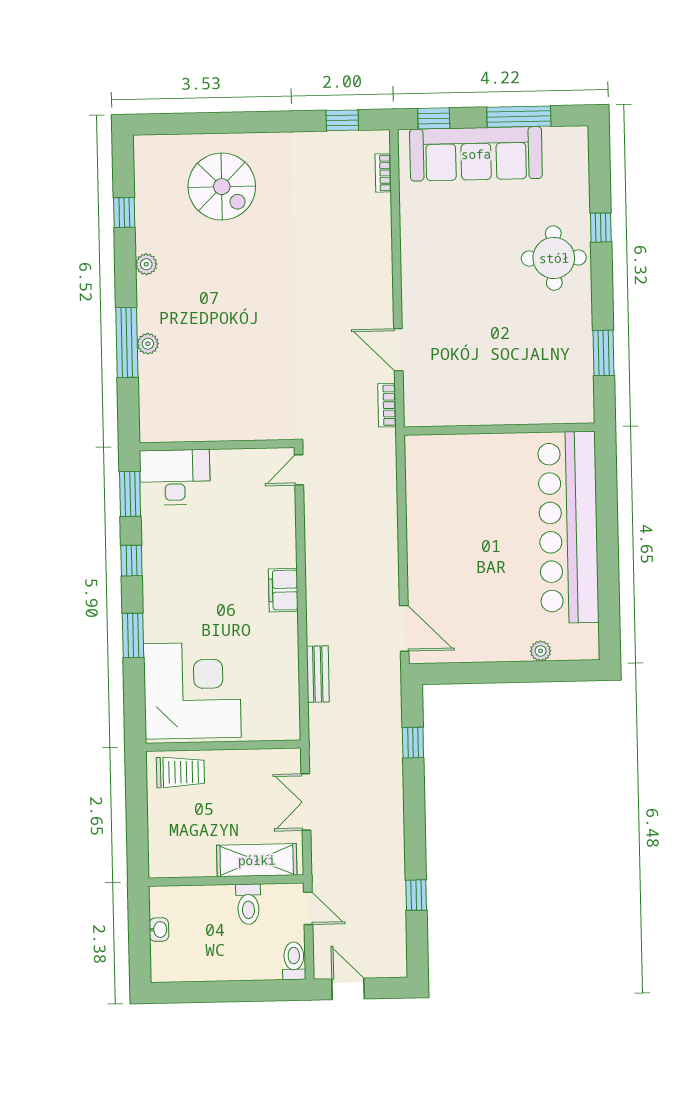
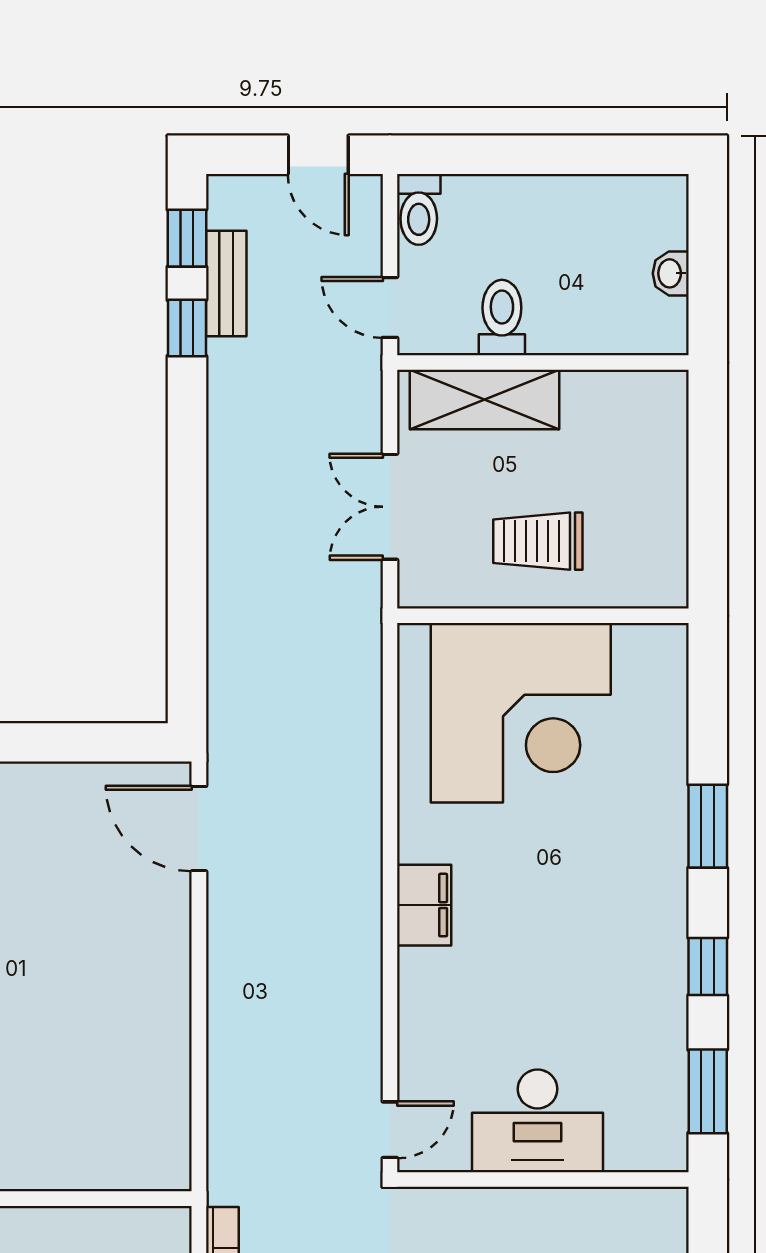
desk: (175, 477) -> (538, 1121), moved
bench: (318, 674) -> (226, 283), moved
corner desk: (192, 690) -> (521, 713), moved, turned -90
window: (413, 743) -> (187, 238), moved
trolley: (180, 772) -> (538, 541), moved
double door: (306, 802) -> (390, 507), swing flipped

